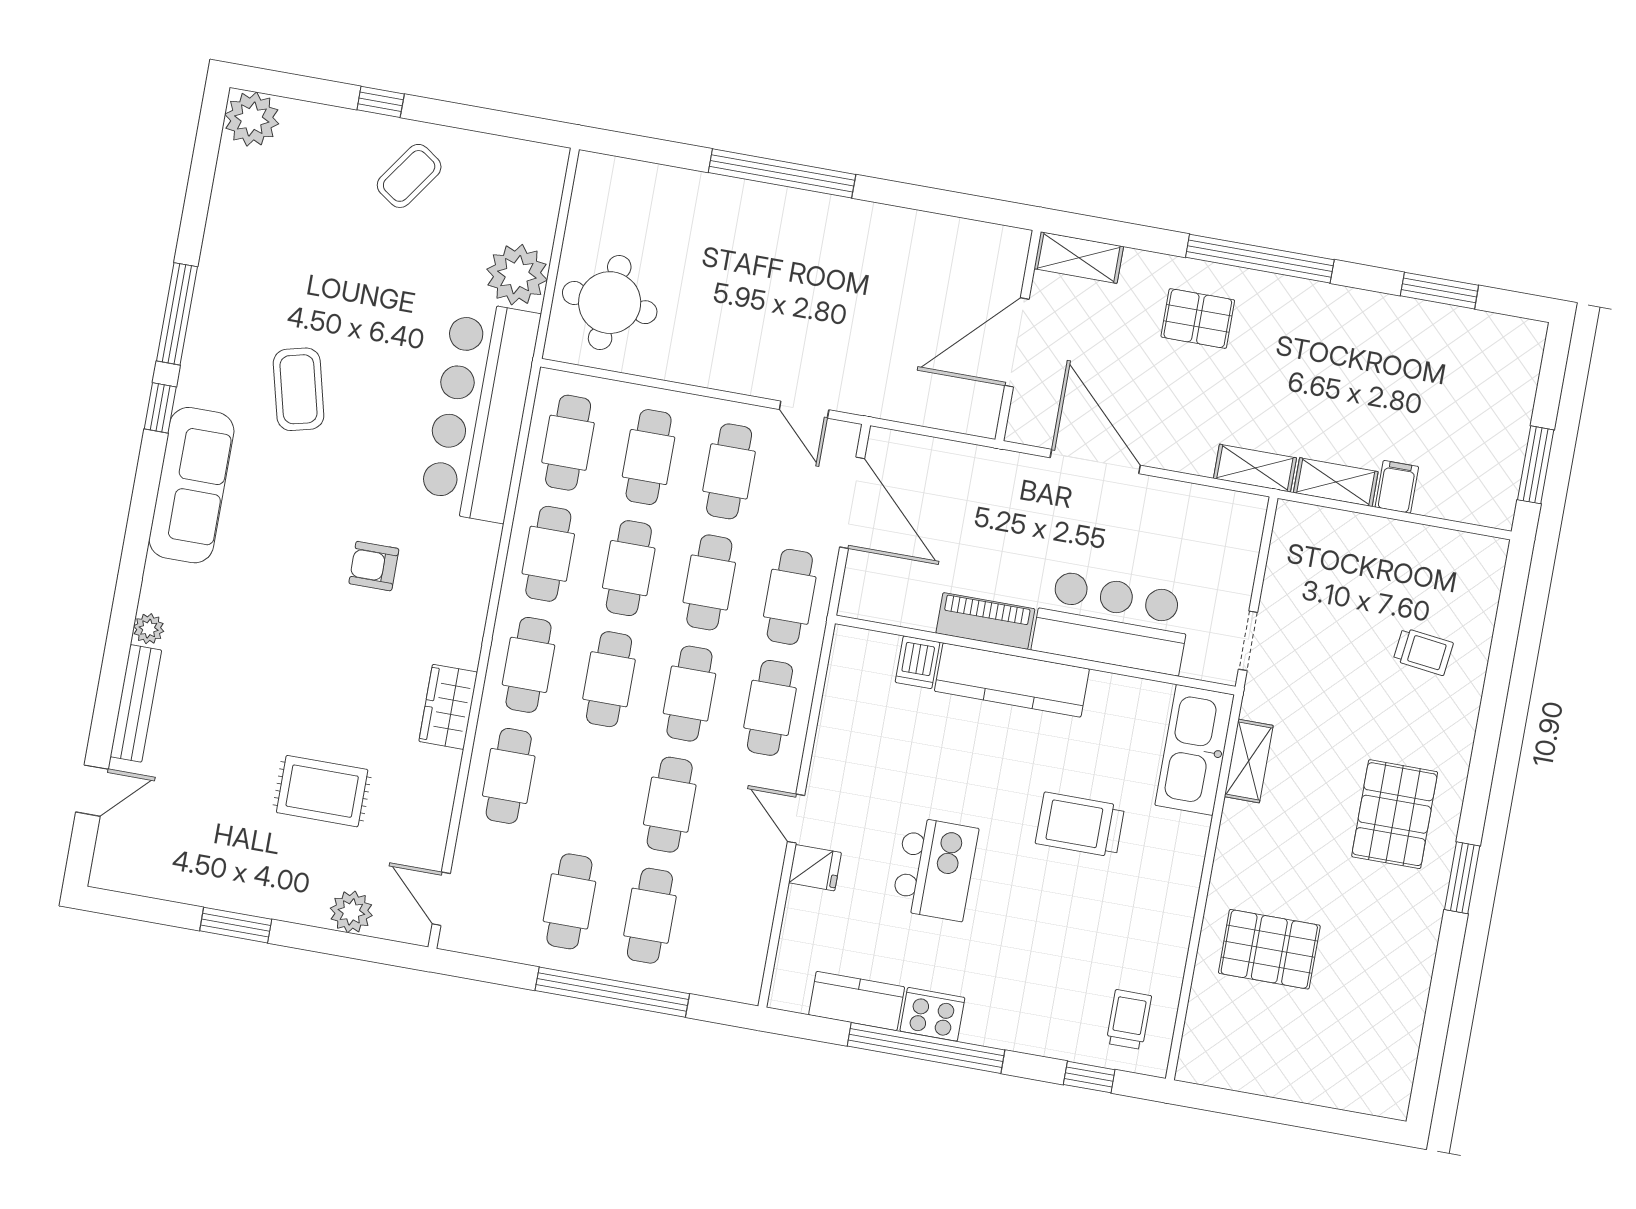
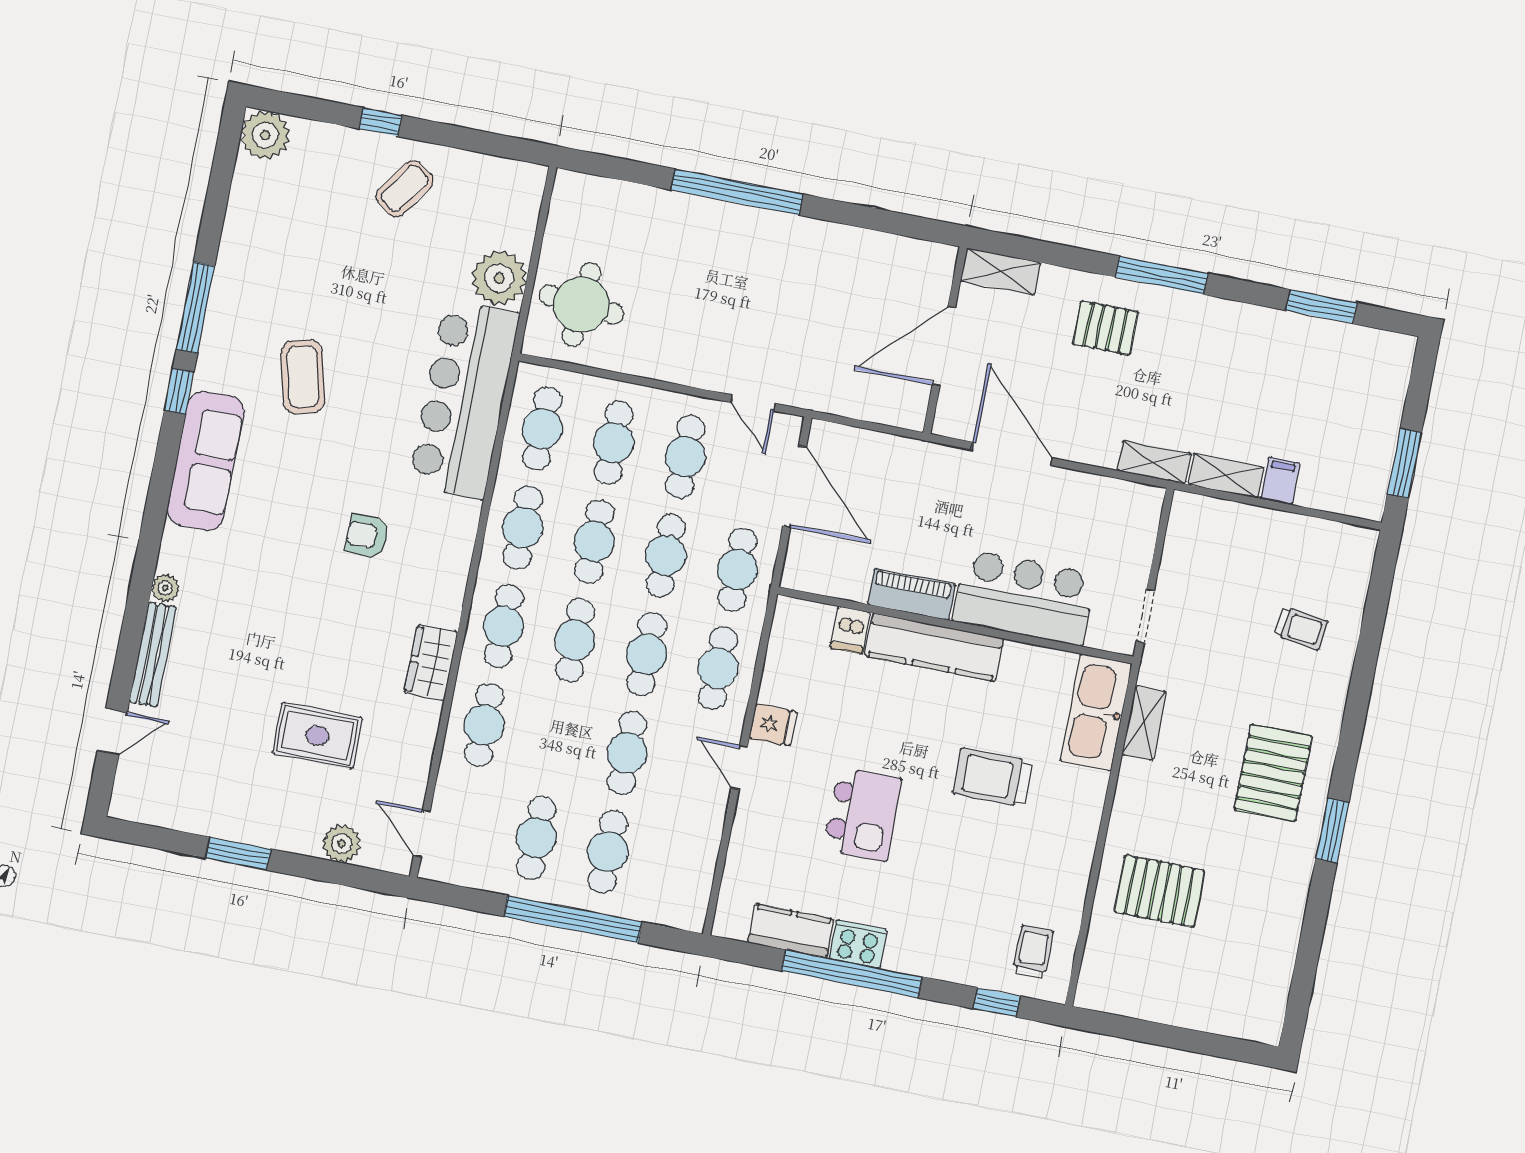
window: (1260, 259) -> (1162, 275), width x0.68
fridge: (815, 868) -> (773, 725), moved

